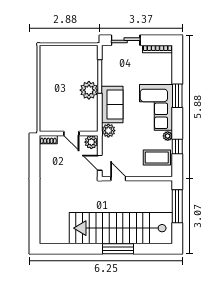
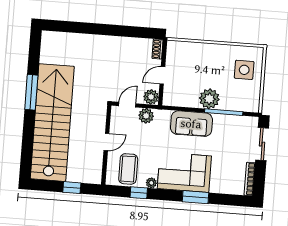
side table: (61, 61) -> (244, 70), added
plant: (108, 131) -> (146, 116), moved
door: (118, 179) -> (106, 142), moved
window: (177, 206) -> (72, 188), width x0.46
window: (118, 249) -> (31, 92), moved

